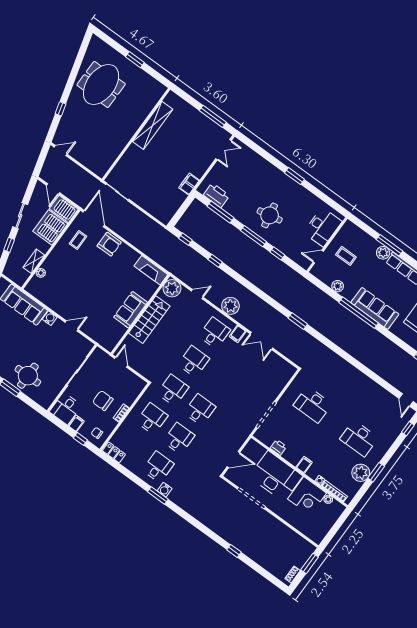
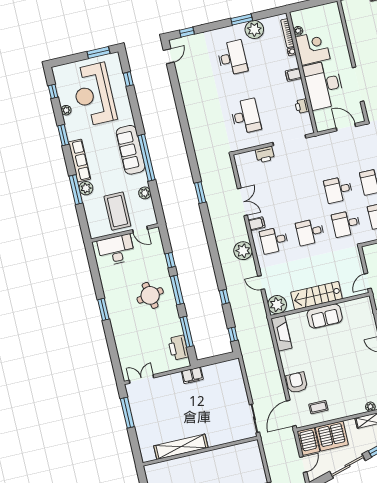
sliding door: (20, 216) -> (348, 466), width x1.37
coffee table: (346, 256) -> (117, 211), width x1.86, depth x1.72
printer: (275, 389) -> (265, 154), added

